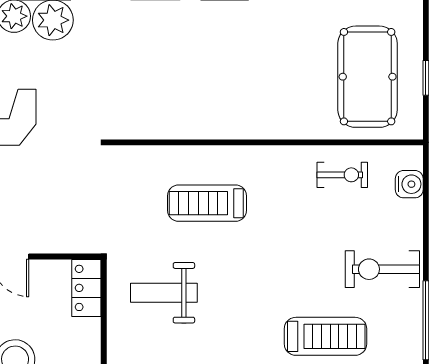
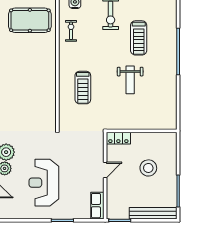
weight bench: (164, 293) -> (130, 80), moved
treadmill: (325, 336) -> (139, 38), turned 180

